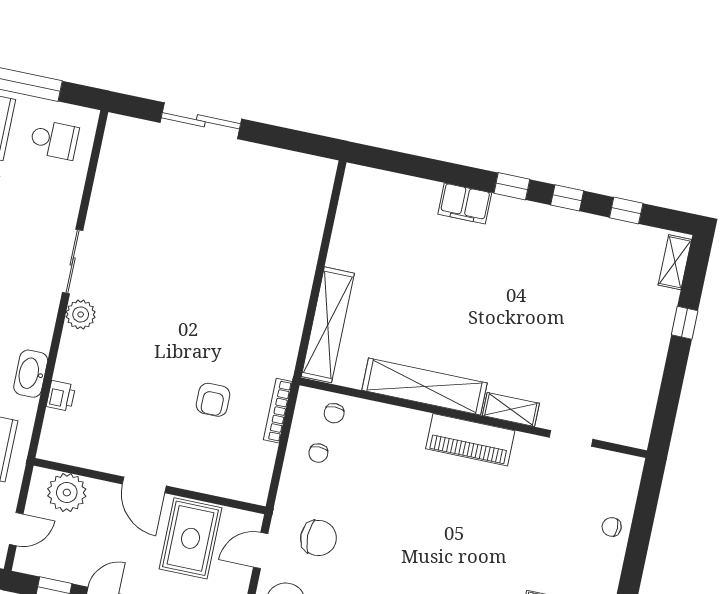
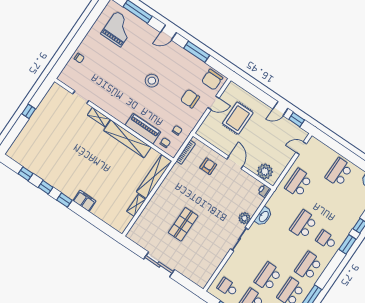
sliding door: (201, 121) -> (159, 264), moved
shop shelf: (216, 243) -> (183, 224), added
shelving: (675, 262) -> (136, 205), moved
window: (685, 323) -> (29, 111), moved
washbasin: (31, 374) -> (264, 216), moved
piano: (470, 440) -> (143, 129), moved
door: (144, 485) -> (235, 162), moved
wall: (150, 486) -> (233, 161), moved
plant: (67, 493) -> (265, 171), moved
stool: (423, 543) -> (152, 81), added

